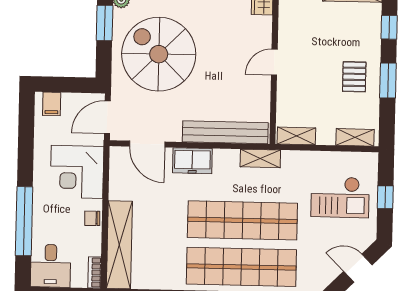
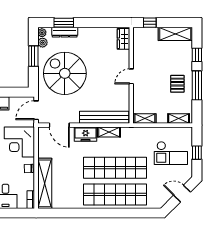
window: (388, 81) -> (197, 85), width x1.44
shelving: (260, 158) -> (109, 132), moved

